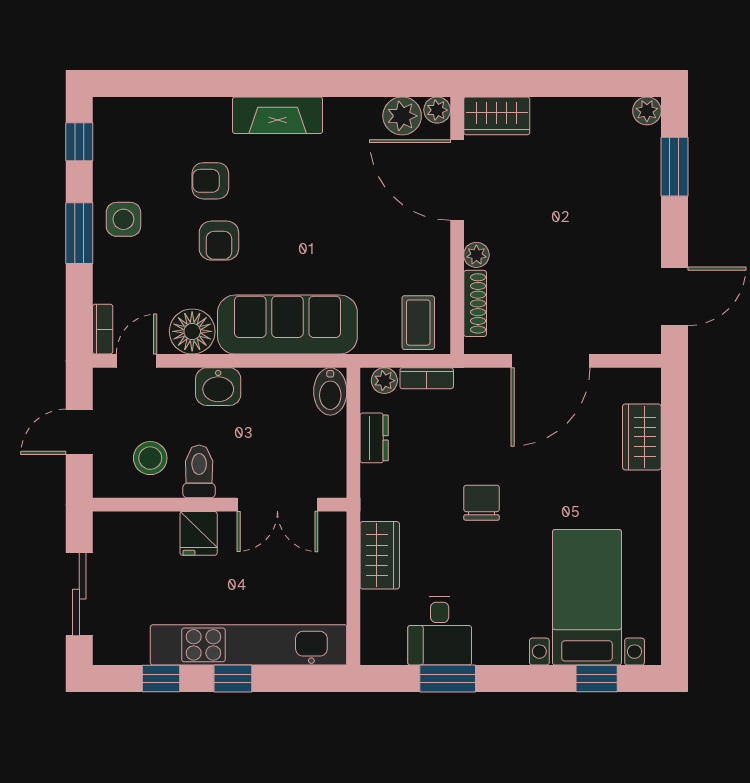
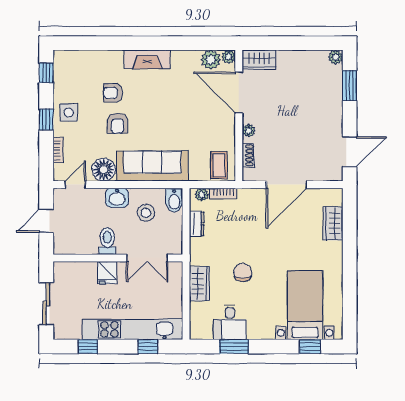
window: (79, 233) -> (46, 119), width x0.67
shoe rack: (475, 303) -> (248, 155), width x0.70
bookcase: (103, 329) -> (58, 150), moved
stool: (150, 458) -> (146, 213), moved
chair: (482, 503) -> (243, 273), moved
window: (233, 679) -> (148, 347), moved

